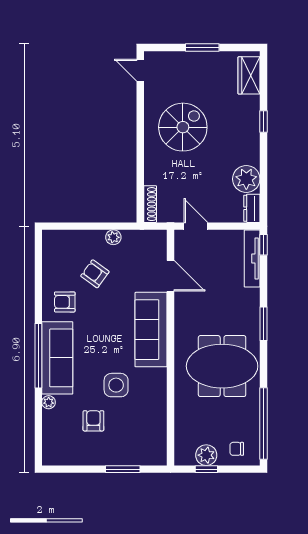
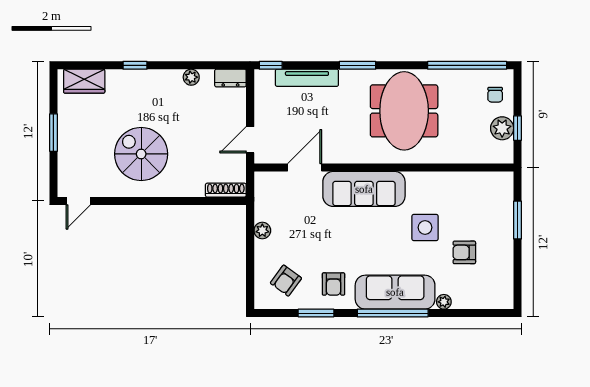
plant: (246, 179) -> (191, 77), width x0.53, depth x0.53
tv unit: (252, 258) -> (307, 78), moved
armchair: (95, 274) -> (286, 281), moved
window: (38, 286) -> (316, 313), added

